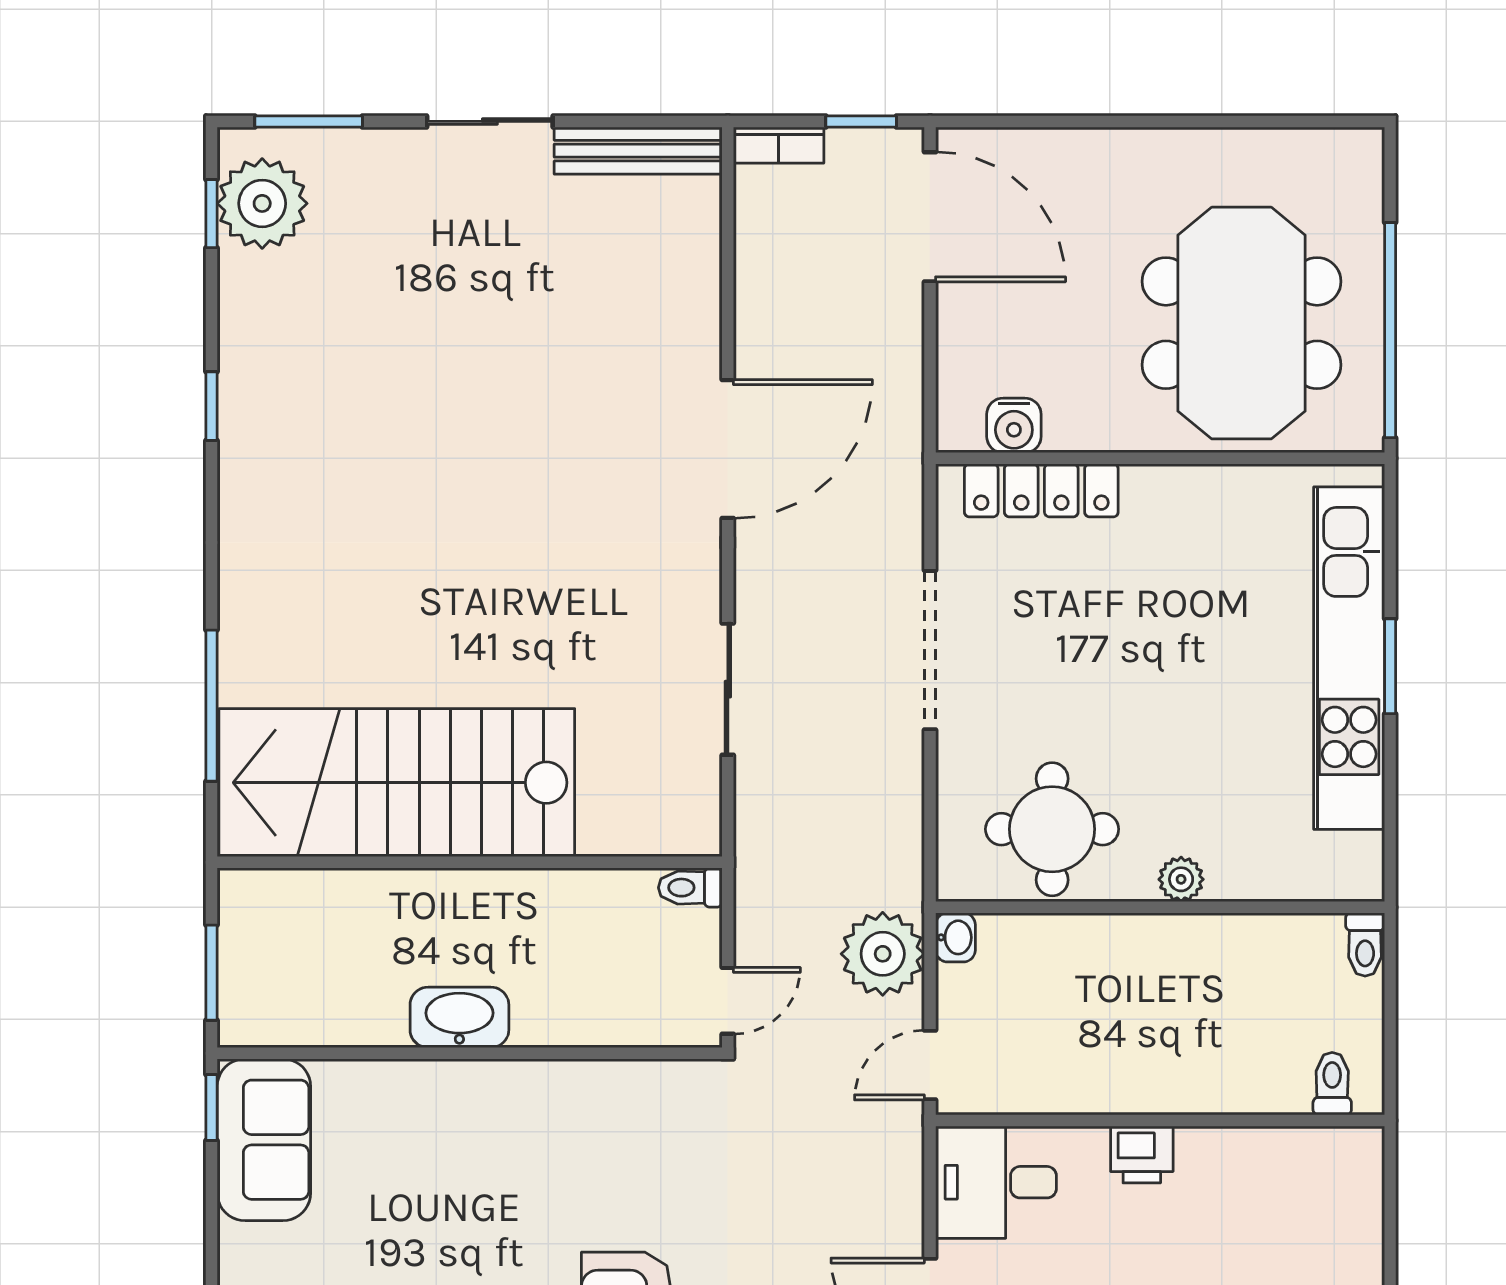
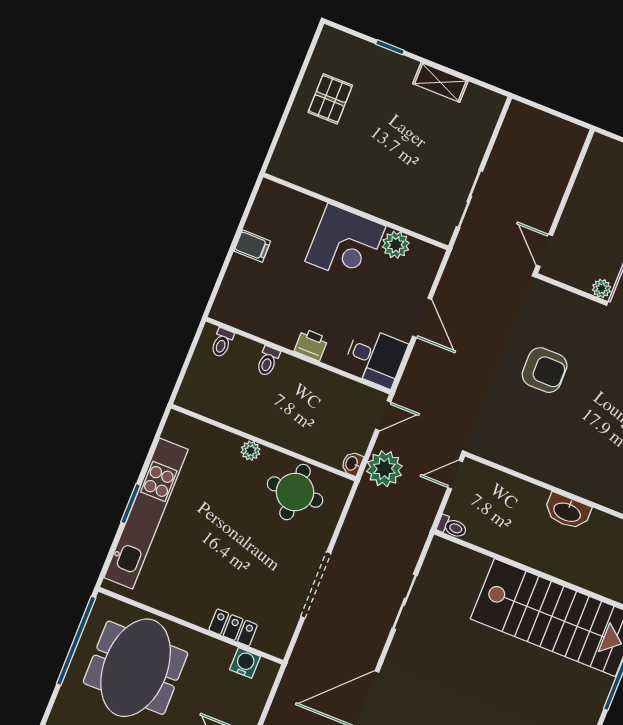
locker: (1041, 490) -> (233, 628), width x0.66
toilet: (1365, 945) -> (268, 361), moved, turned 180

